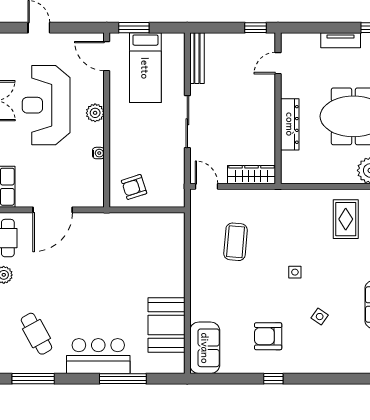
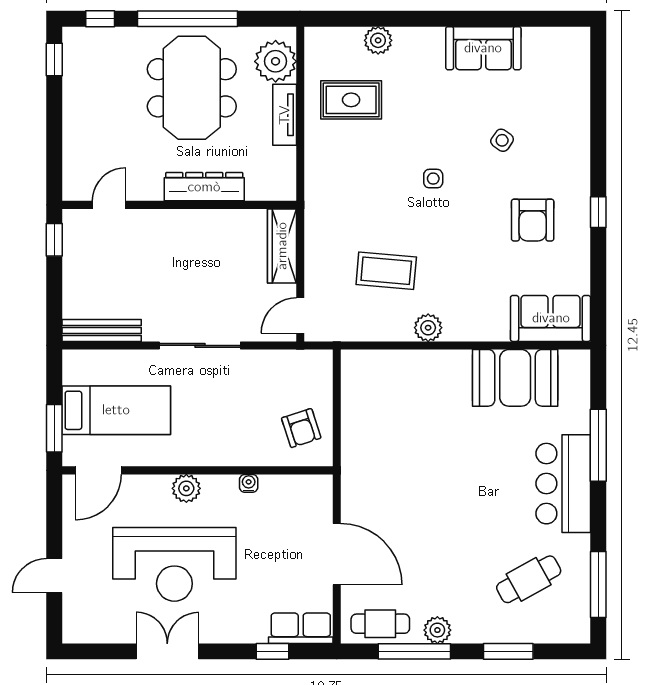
tv unit: (341, 40) -> (285, 115), moved, turned 180
door: (278, 63) -> (109, 205), swing flipped
plant: (199, 269) -> (428, 328), added

